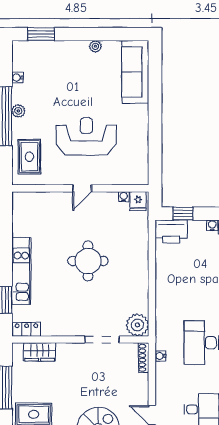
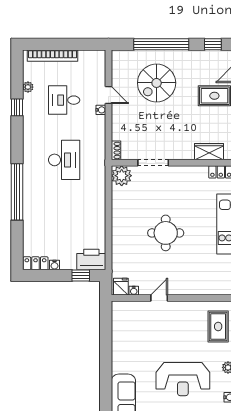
reception desk: (86, 137) -> (183, 379), moved
door: (82, 188) -> (159, 298), moved
water cooler: (160, 356) -> (101, 110), moved
shoe rack: (144, 358) -> (116, 150), width x0.70

